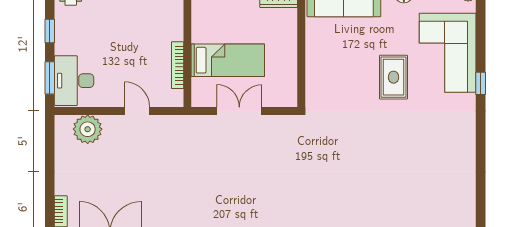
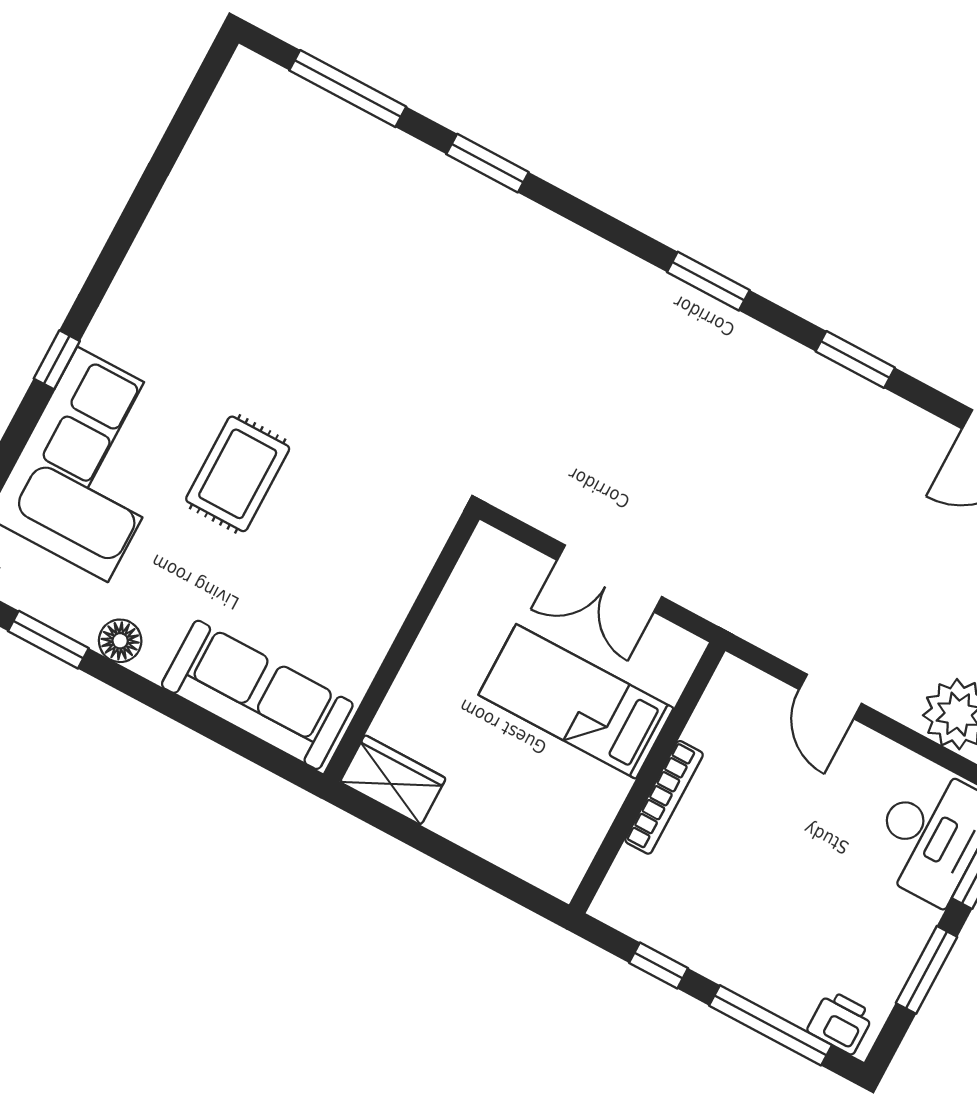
window: (50, 31) -> (926, 970), width x1.50
bookcase: (178, 65) -> (664, 797), moved

